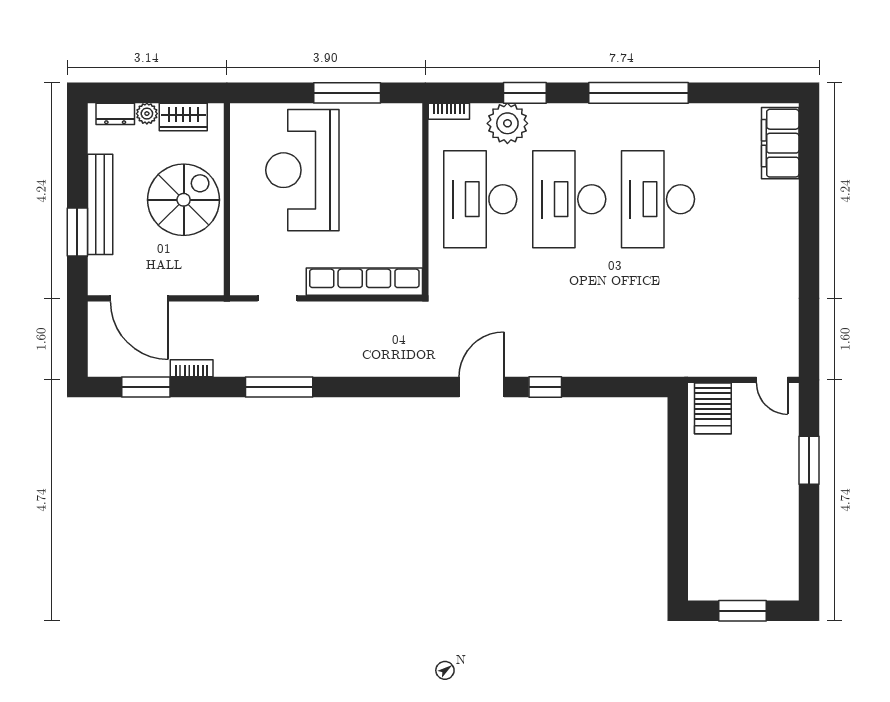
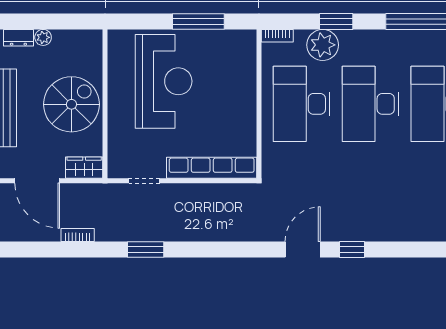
wardrobe: (183, 117) -> (84, 168), moved, turned 180
reception desk: (302, 170) -> (164, 81), turned 180
window: (146, 387) -> (42, 249), removed
window: (279, 387) -> (146, 249), width x0.69

